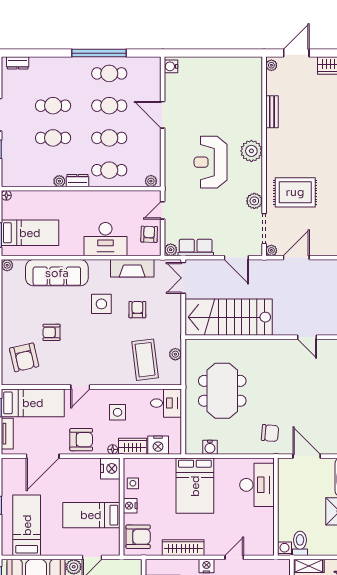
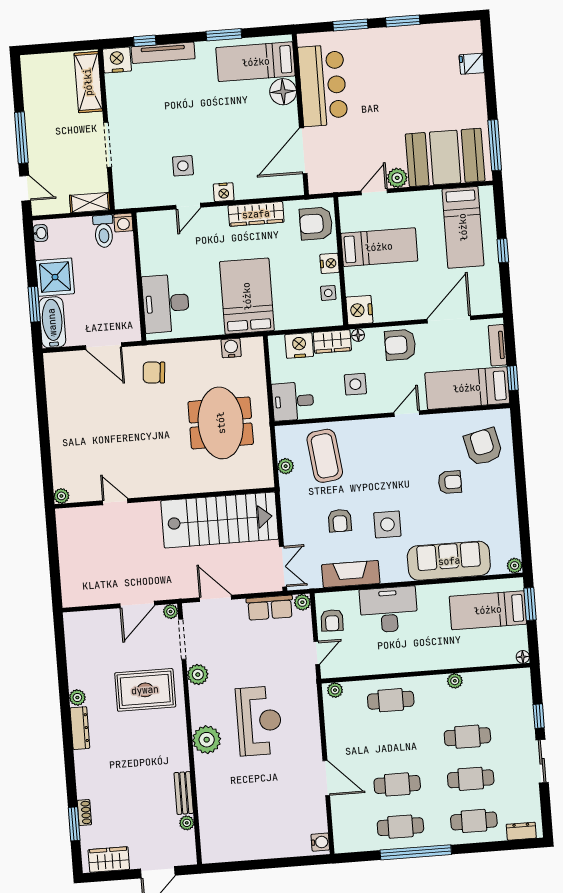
plant: (271, 65) -> (187, 823), moved
cafe table: (109, 138) -> (474, 821), moved
dresser: (77, 181) -> (431, 683), removed

